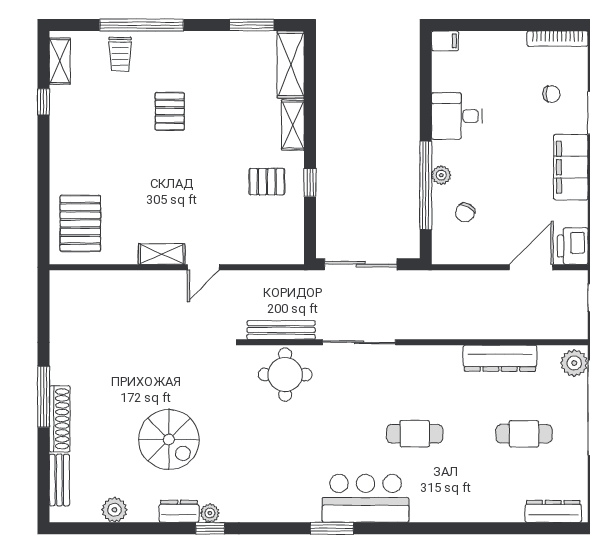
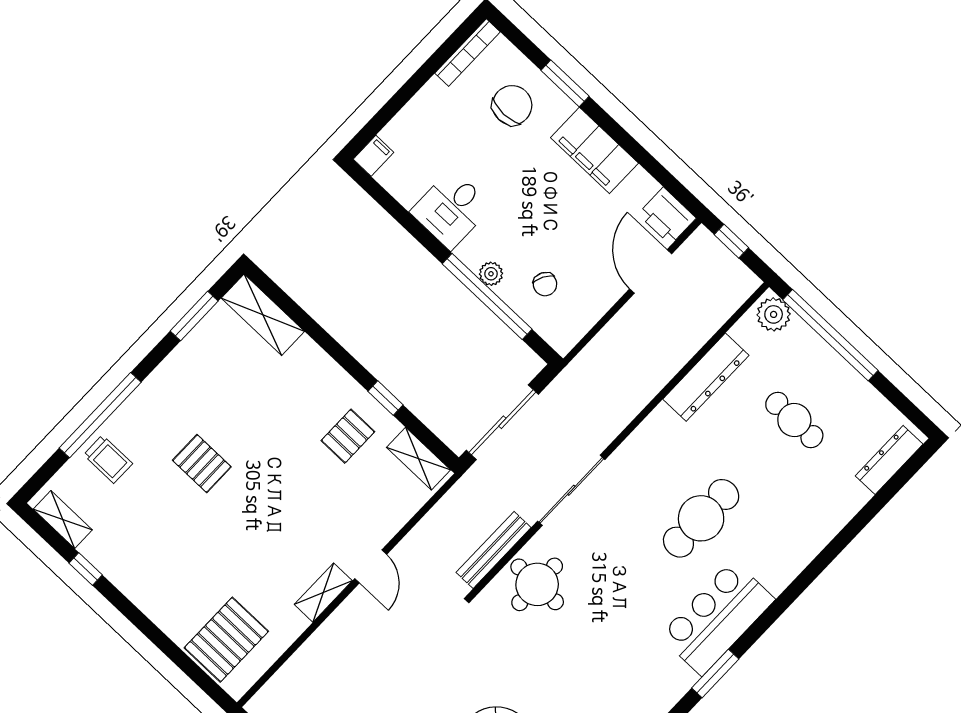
chair: (552, 94) -> (512, 105), width x1.87, depth x1.87
shelving: (293, 125) -> (418, 459), moved
pallet: (80, 223) -> (226, 640), turned 90
cafe table: (415, 434) -> (701, 518), width x1.37, depth x1.35
cafe table: (524, 434) -> (794, 420), turned 90

